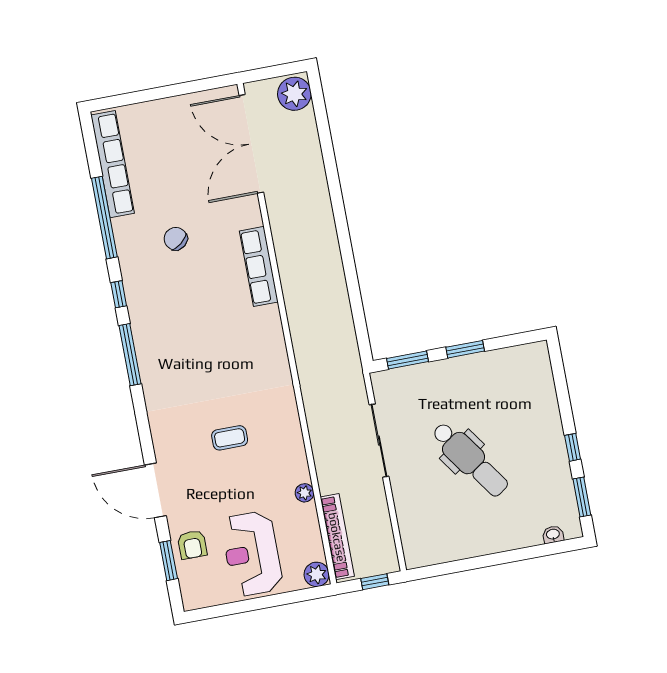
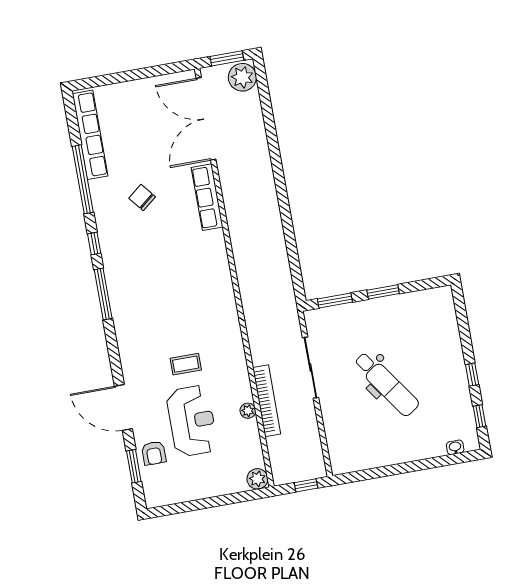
window: (276, 71) -> (227, 58), added
row of seats: (259, 266) -> (207, 197), moved
window: (582, 497) -> (480, 416), width x0.67
bookcase: (337, 537) -> (267, 401), moved
reception desk: (252, 554) -> (192, 421), moved, turned 180

